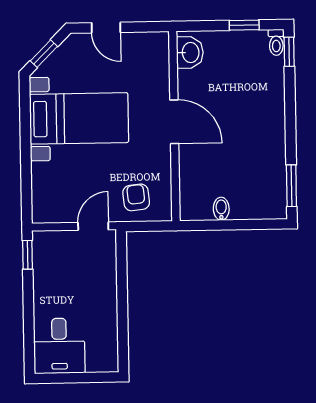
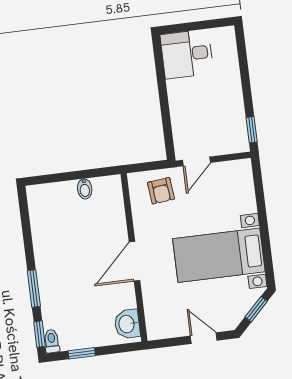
door: (174, 122) -> (134, 261), hinge flipped
window: (291, 186) -> (34, 289), moved
desk: (59, 346) -> (187, 54), moved, turned -90

